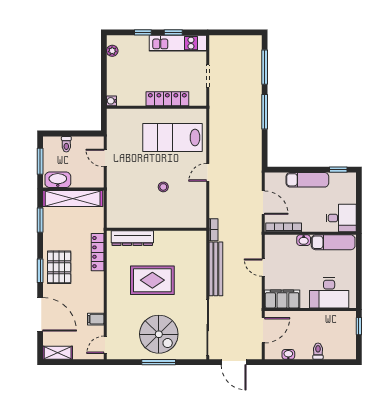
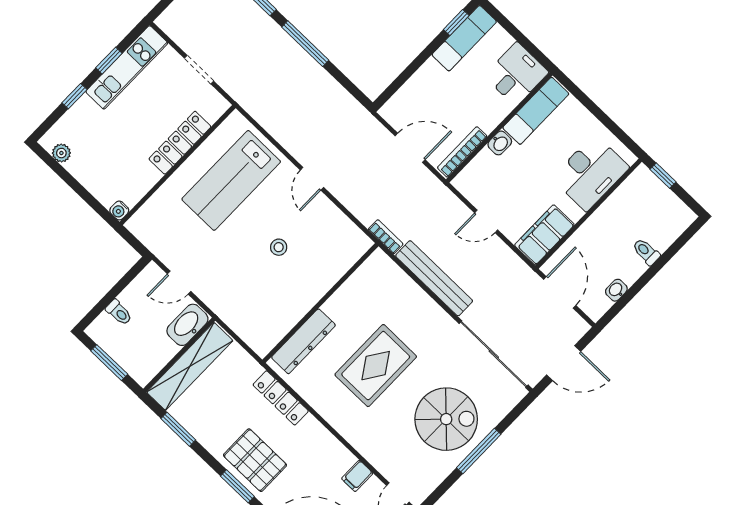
washbasin: (58, 180) -> (187, 325), moved
exam couch: (307, 180) -> (464, 38), moved

